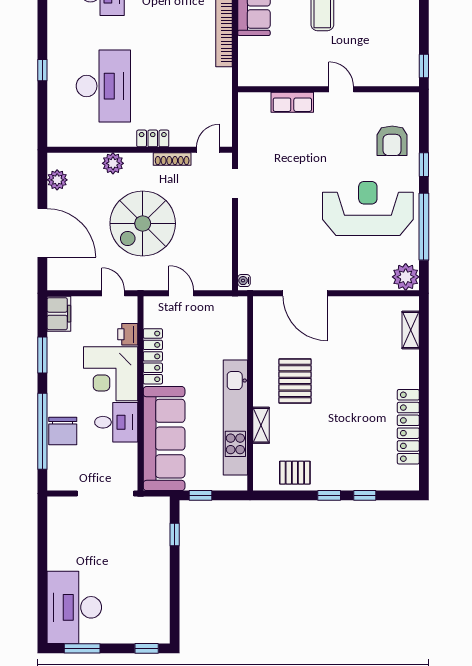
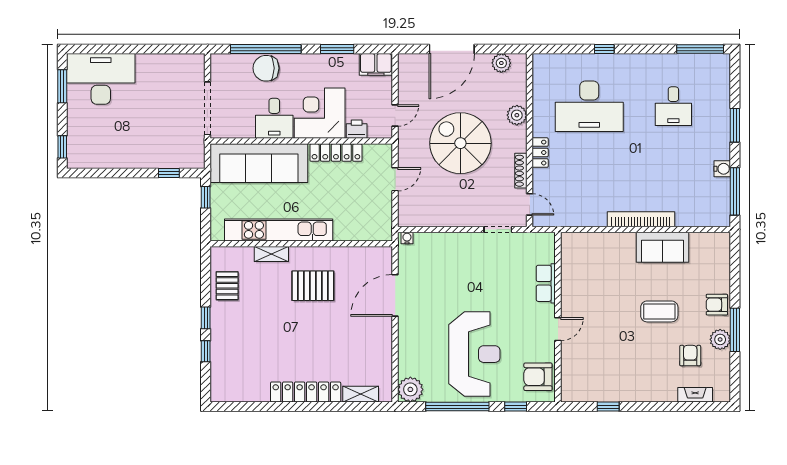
wall: (328, 89) -> (558, 317), moved
door: (341, 89) -> (558, 329), moved
row of seats: (292, 102) -> (546, 283), moved
locker: (408, 427) -> (306, 392), moved

